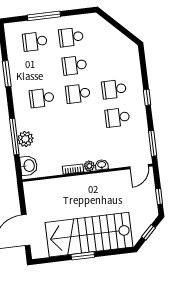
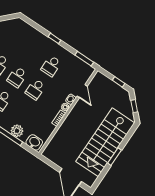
school desk: (114, 89) -> (35, 89), moved
door: (139, 167) -> (82, 91), moved

